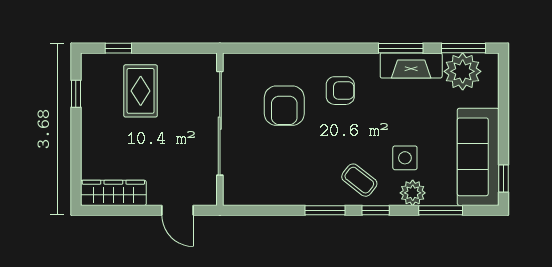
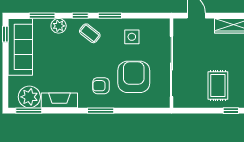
window: (401, 48) -> (101, 111), moved
armchair: (284, 106) -> (134, 77), width x1.36, depth x1.36
side table: (405, 158) -> (132, 37), moved

